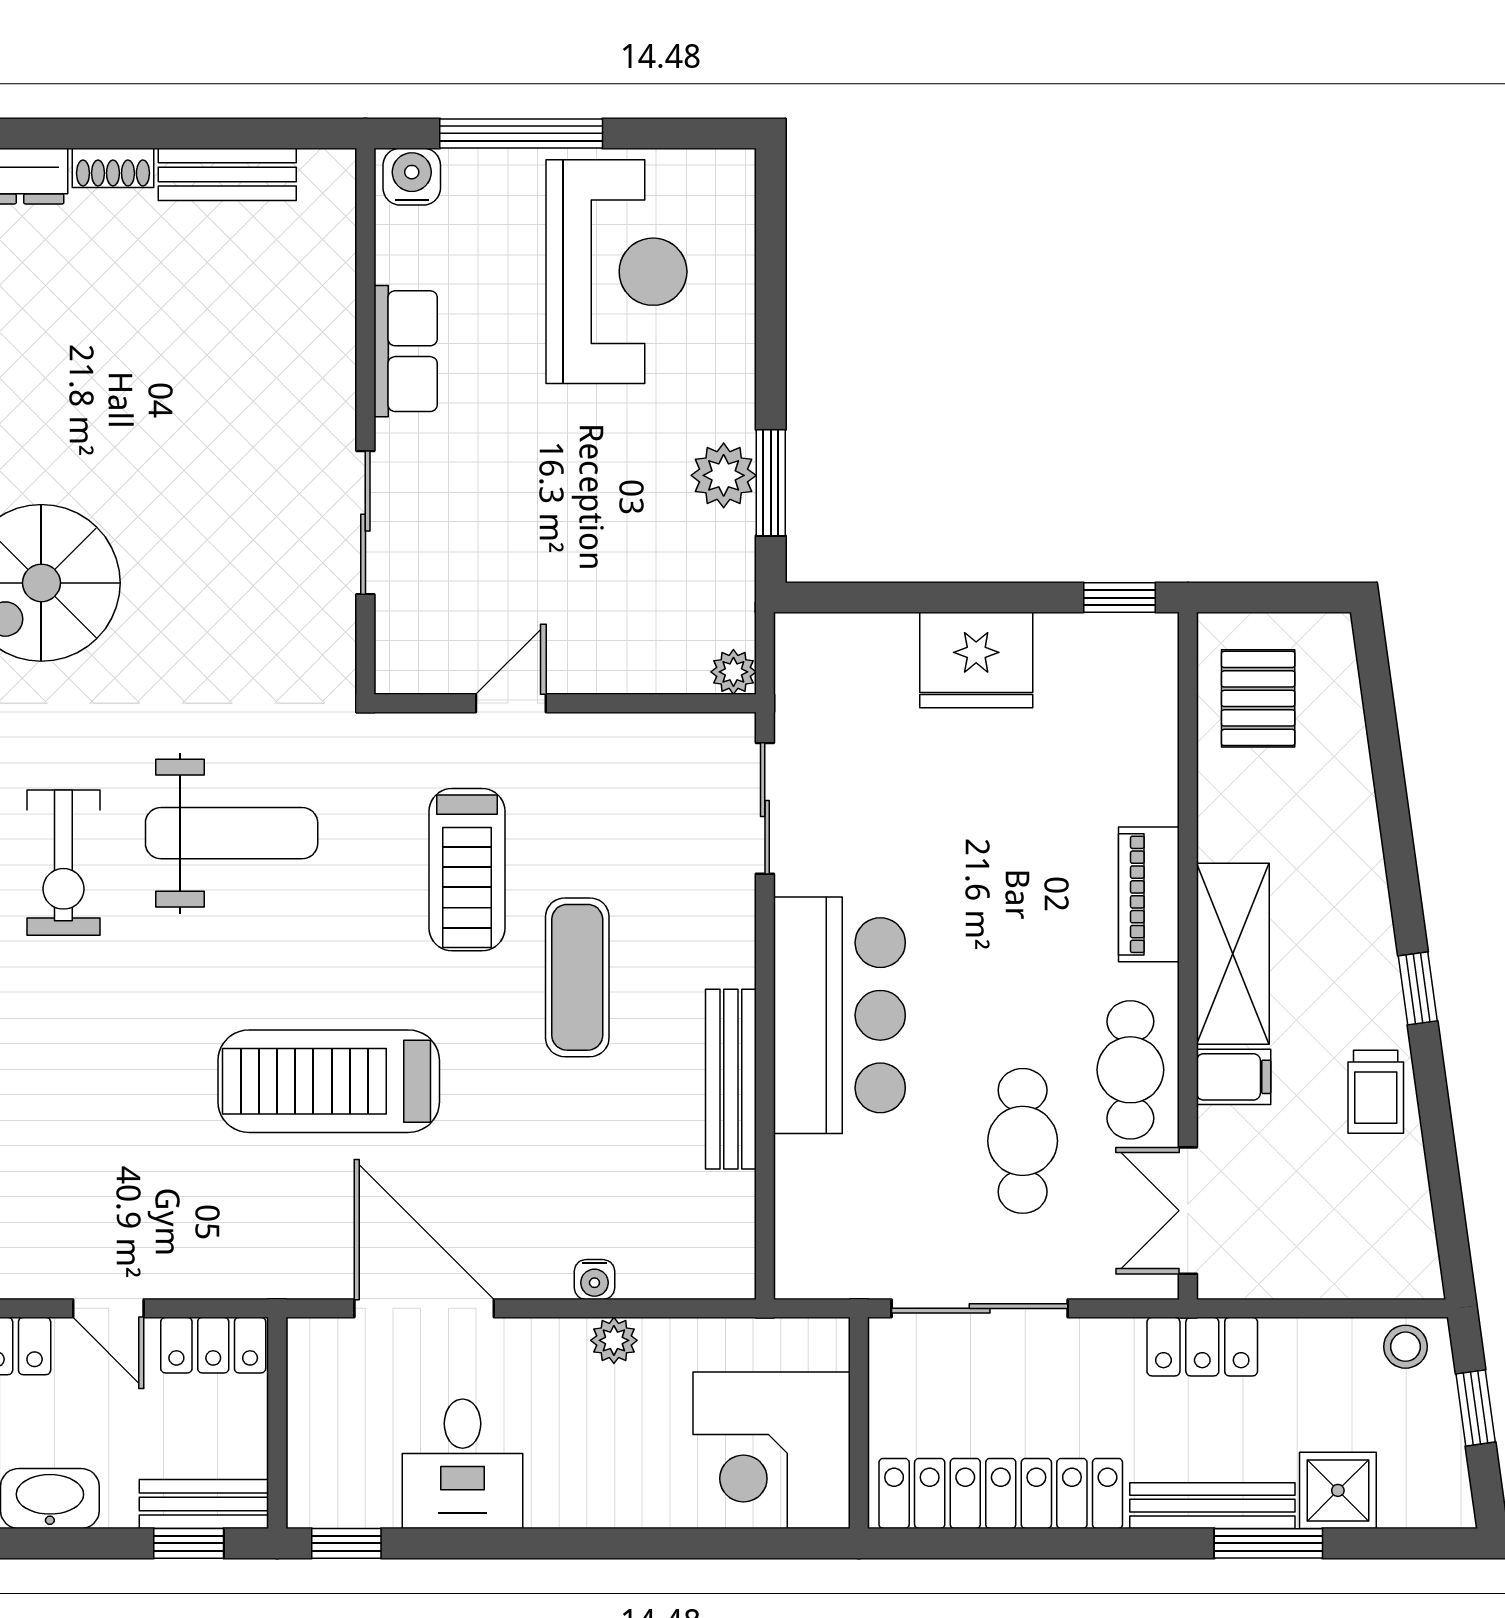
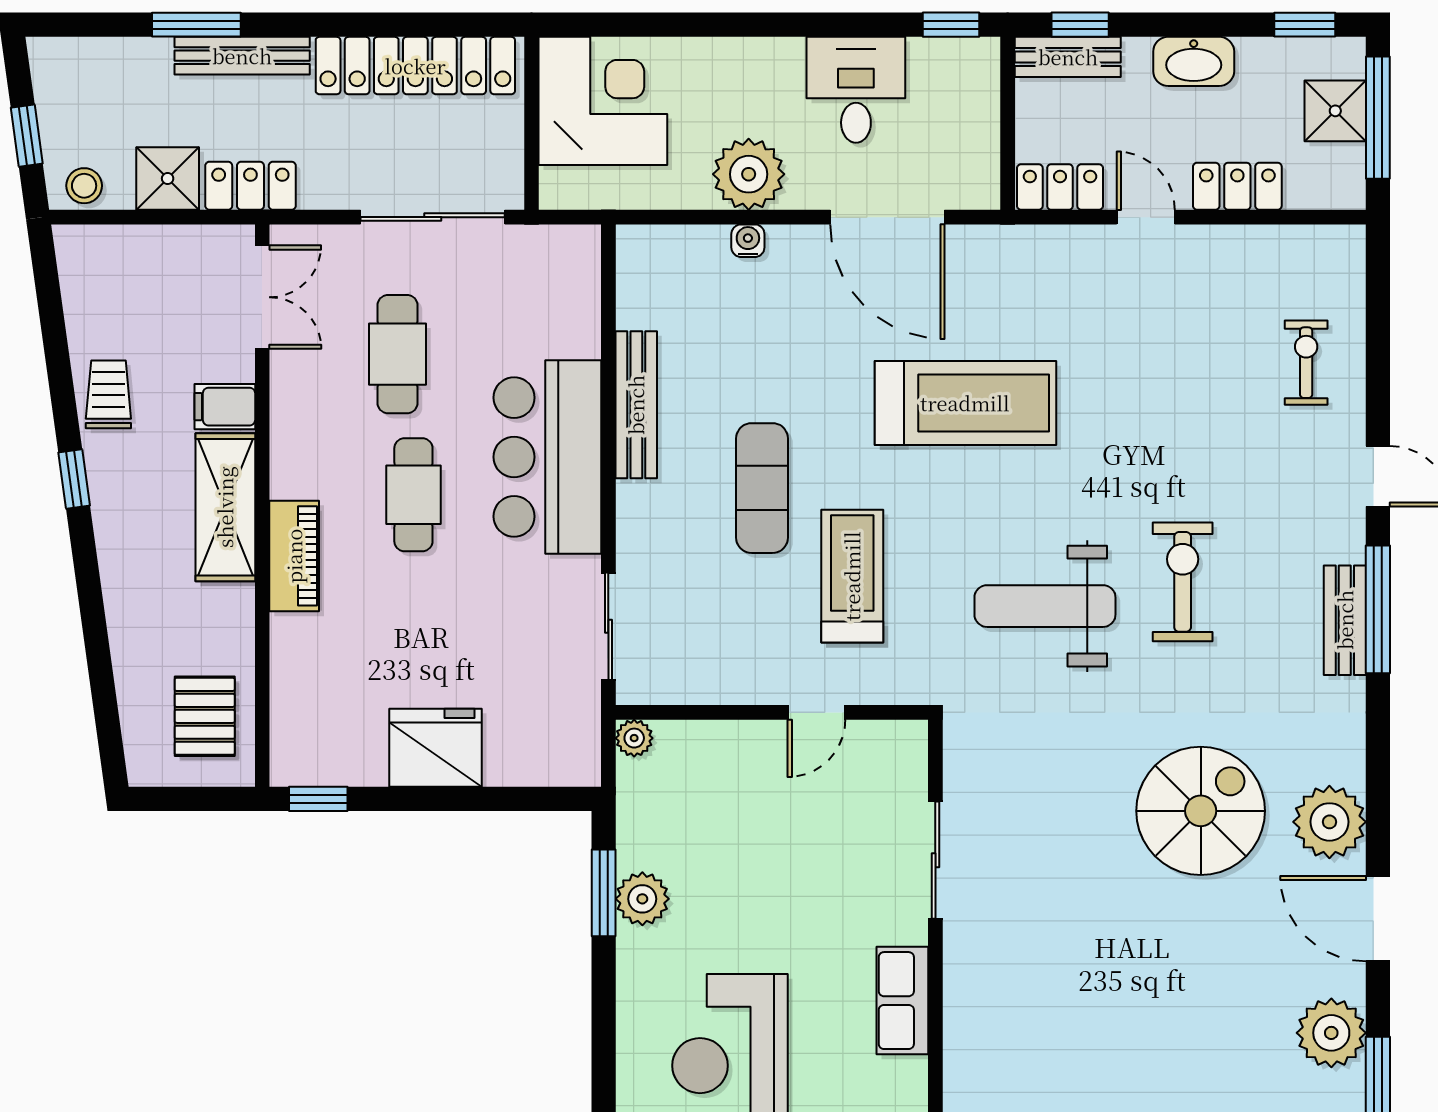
cafe table: (1130, 1070) -> (413, 495), moved
plant: (614, 1340) -> (749, 174), width x1.88, depth x1.88
shower: (1338, 1490) -> (168, 178), moved

